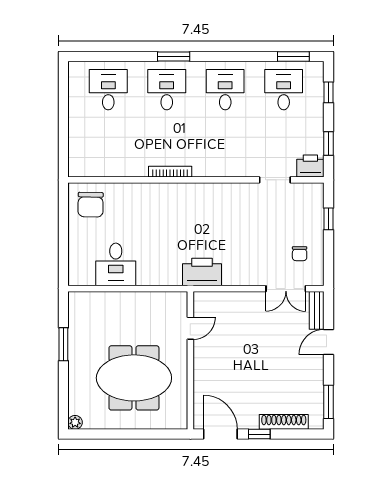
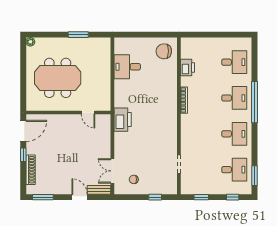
window: (174, 57) -> (255, 102), width x2.11
printer: (310, 166) -> (187, 67), moved
meeting table: (134, 378) -> (58, 78), turned 90

